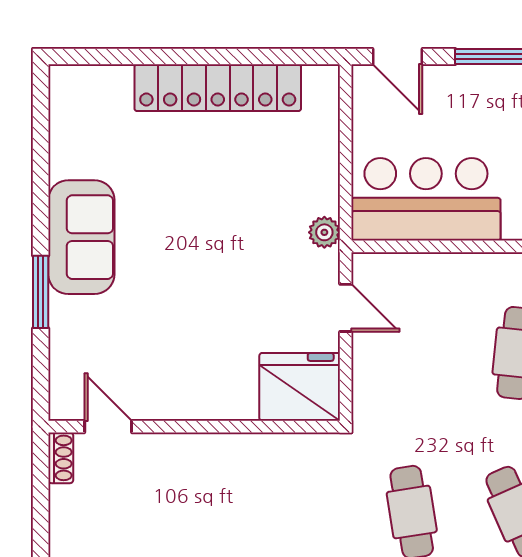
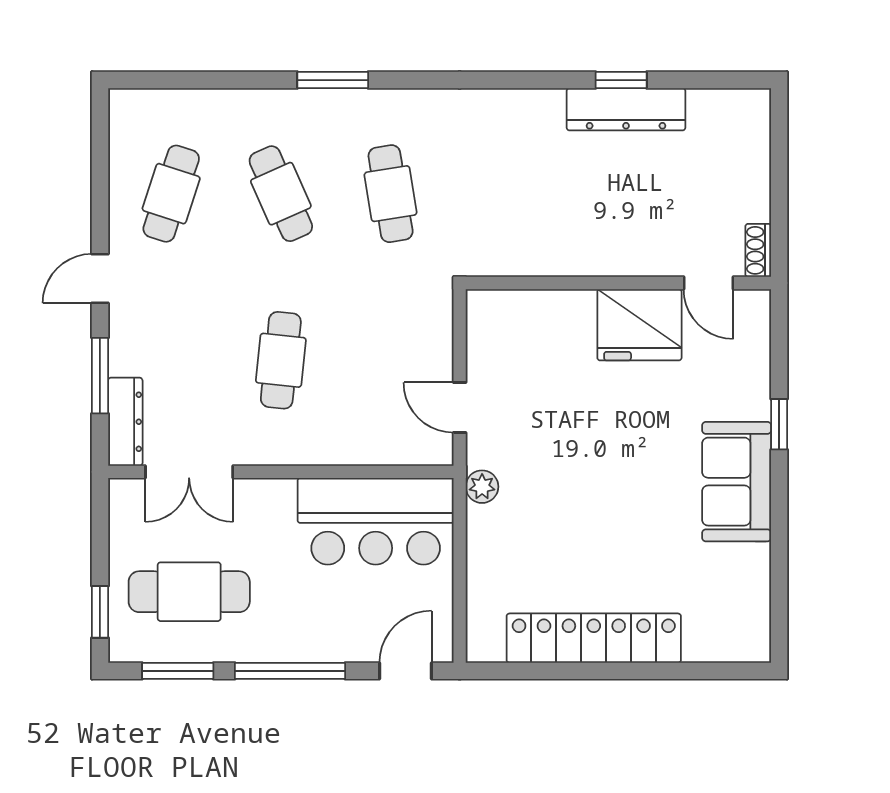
door: (397, 56) -> (405, 671), hinge flipped
window: (41, 292) -> (779, 424), width x0.67
fridge: (300, 387) -> (639, 325), moved

